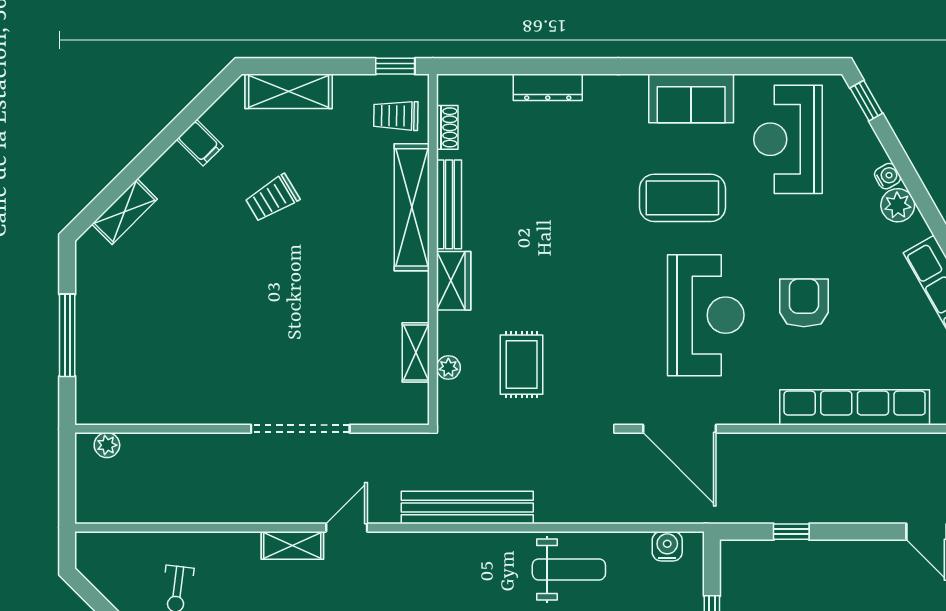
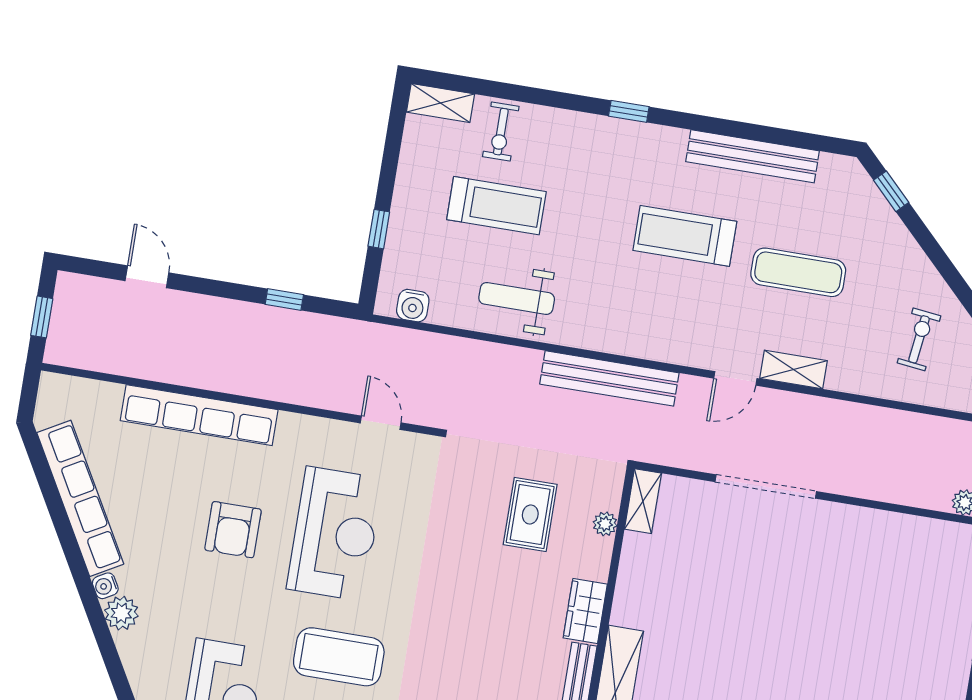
water cooler: (887, 176) -> (105, 586), moved
reception desk: (706, 315) -> (335, 534), turned 180
shelving: (416, 352) -> (643, 501), moved
door: (680, 429) -> (381, 423), width x0.53

